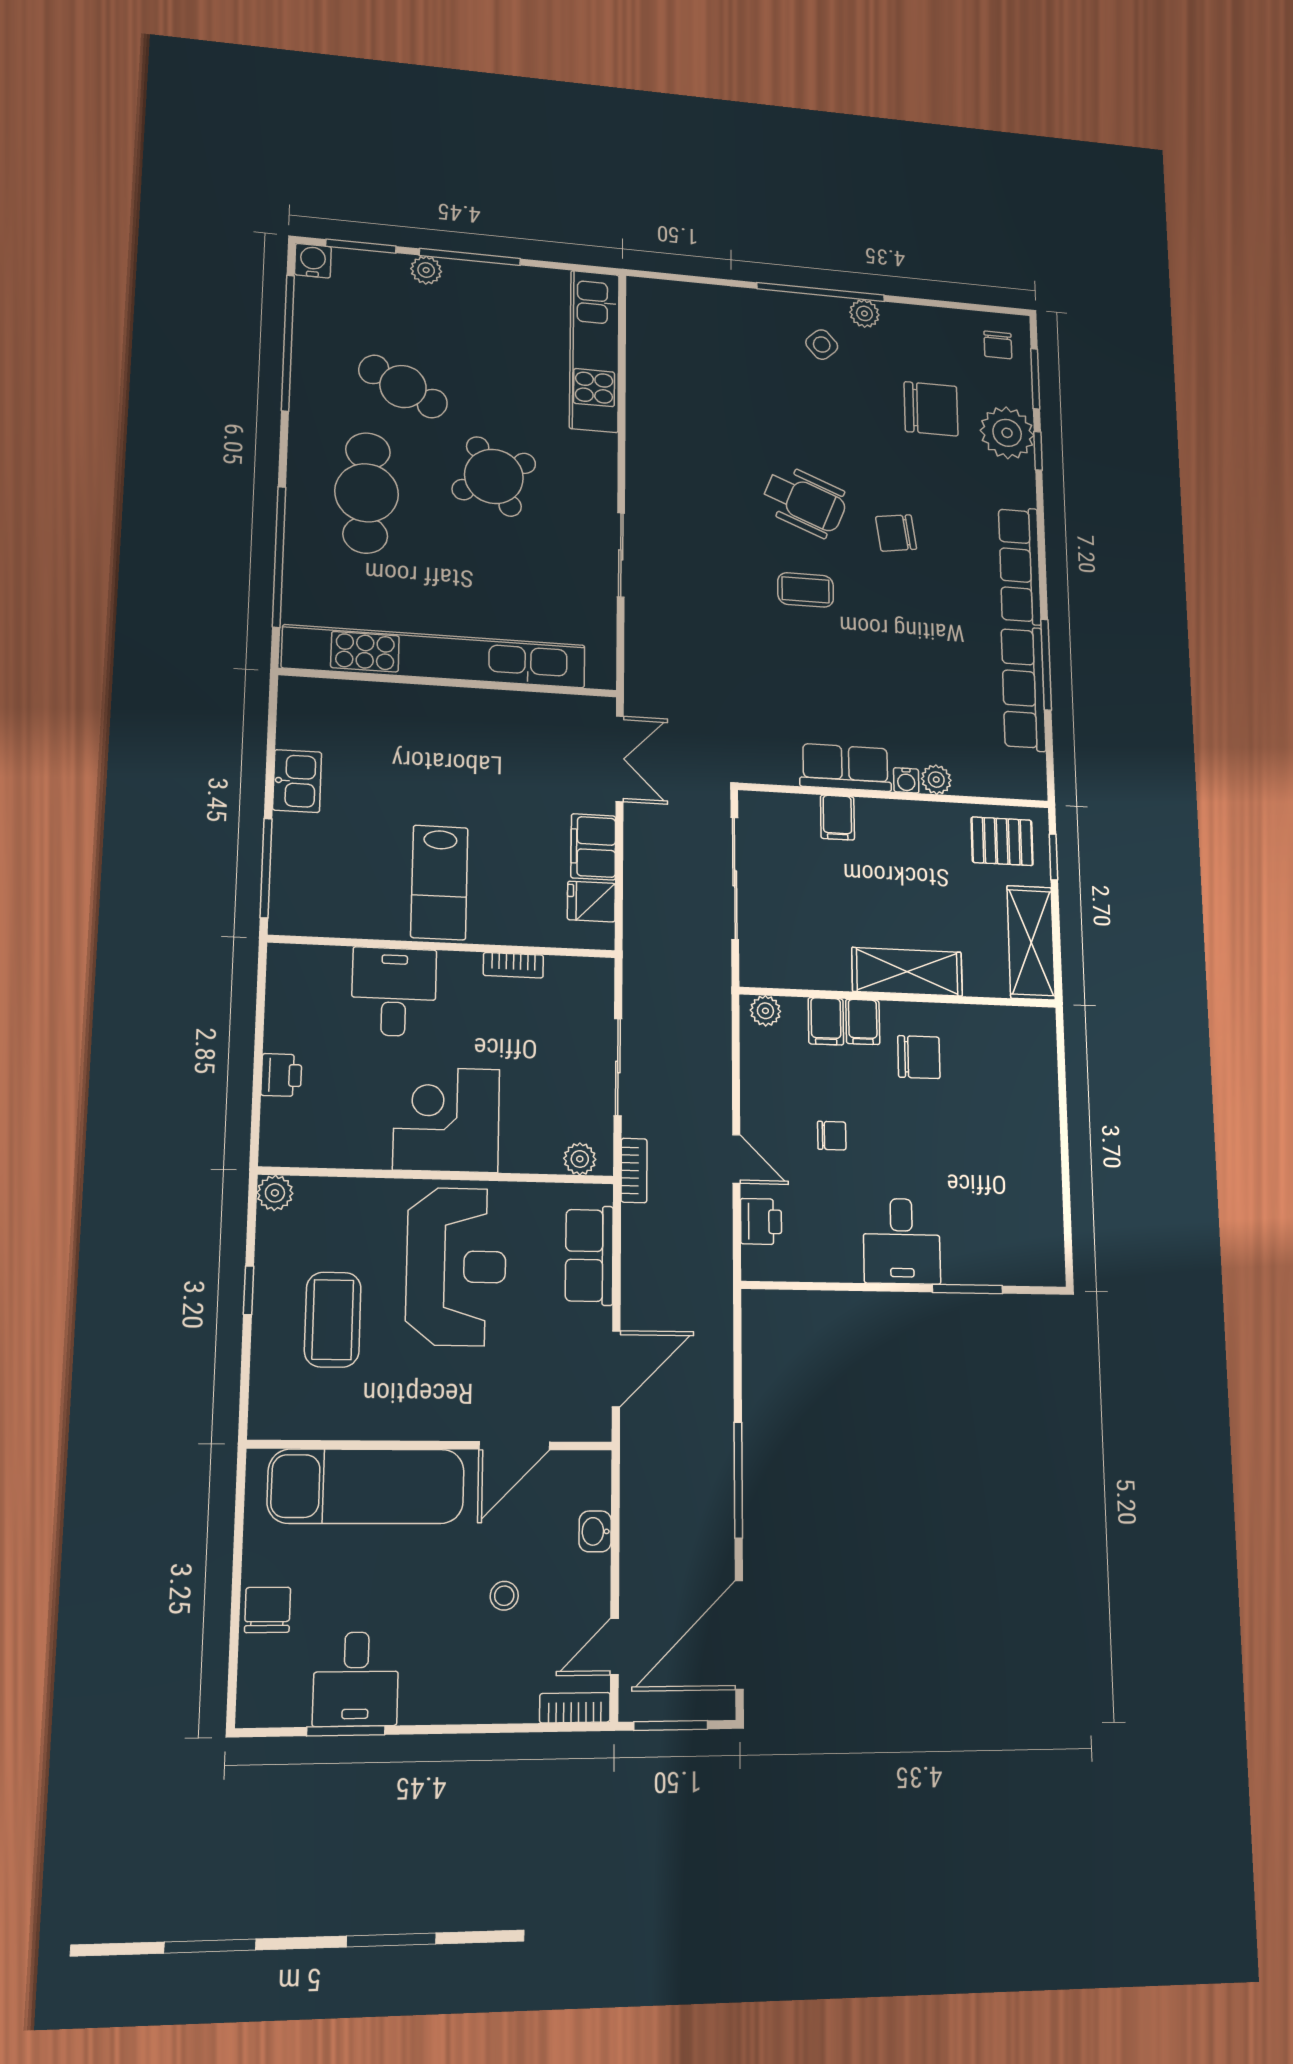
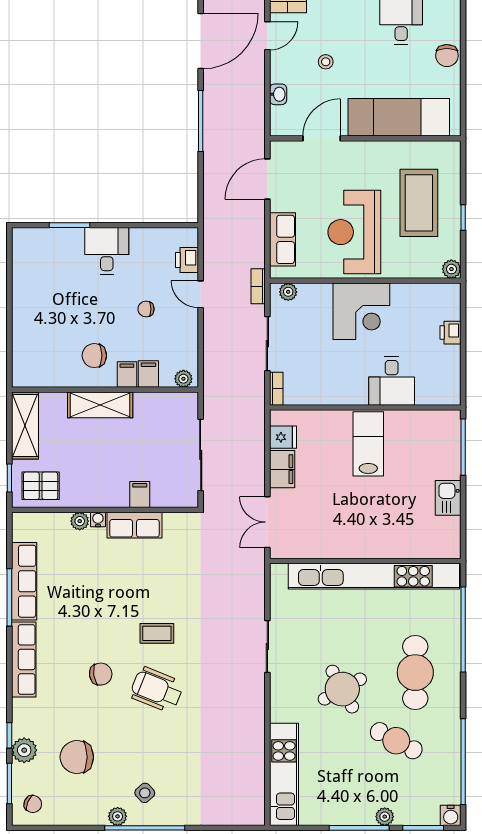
chair: (998, 345) -> (33, 804), turned 113
plant: (1007, 433) -> (24, 750), width x0.73, depth x0.73
bookcase: (513, 965) -> (276, 389), moved, turned 90
coffee table: (333, 1320) -> (419, 203), width x1.36, depth x1.32

